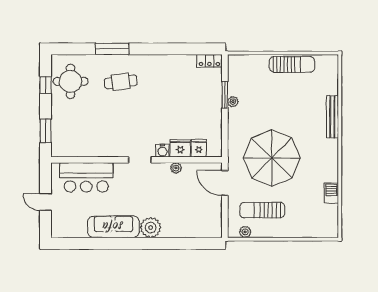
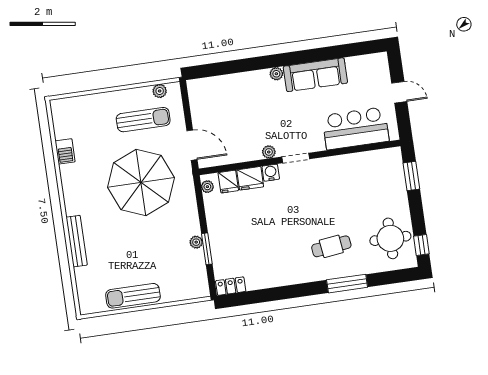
window: (45, 85) -> (421, 245), moved
plant: (217, 146) -> (207, 187), added
plant: (176, 168) -> (269, 152), moved
plant: (151, 228) -> (276, 74), width x0.53, depth x0.53

